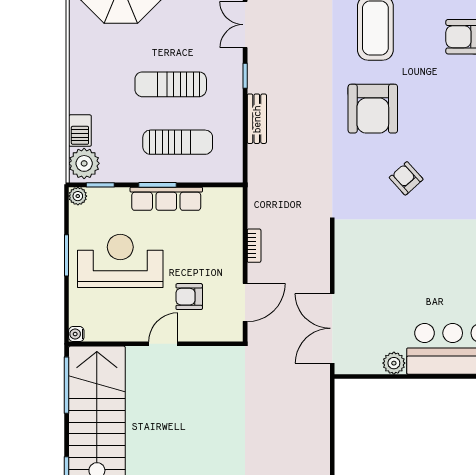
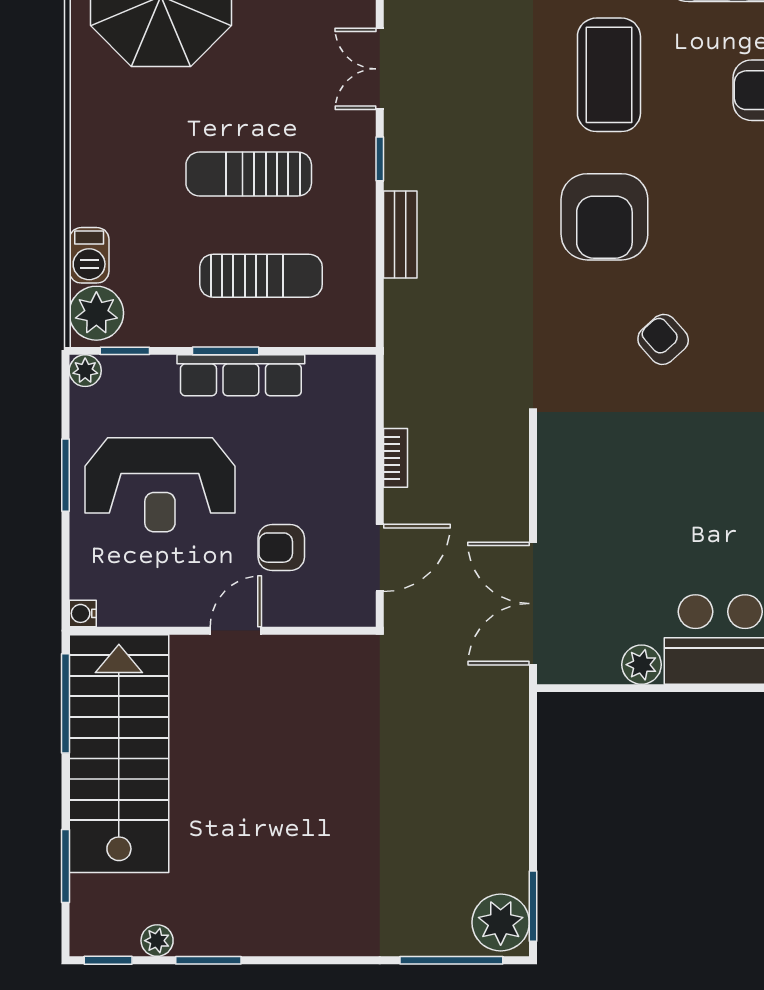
reception desk: (120, 261) -> (160, 485), turned 180

